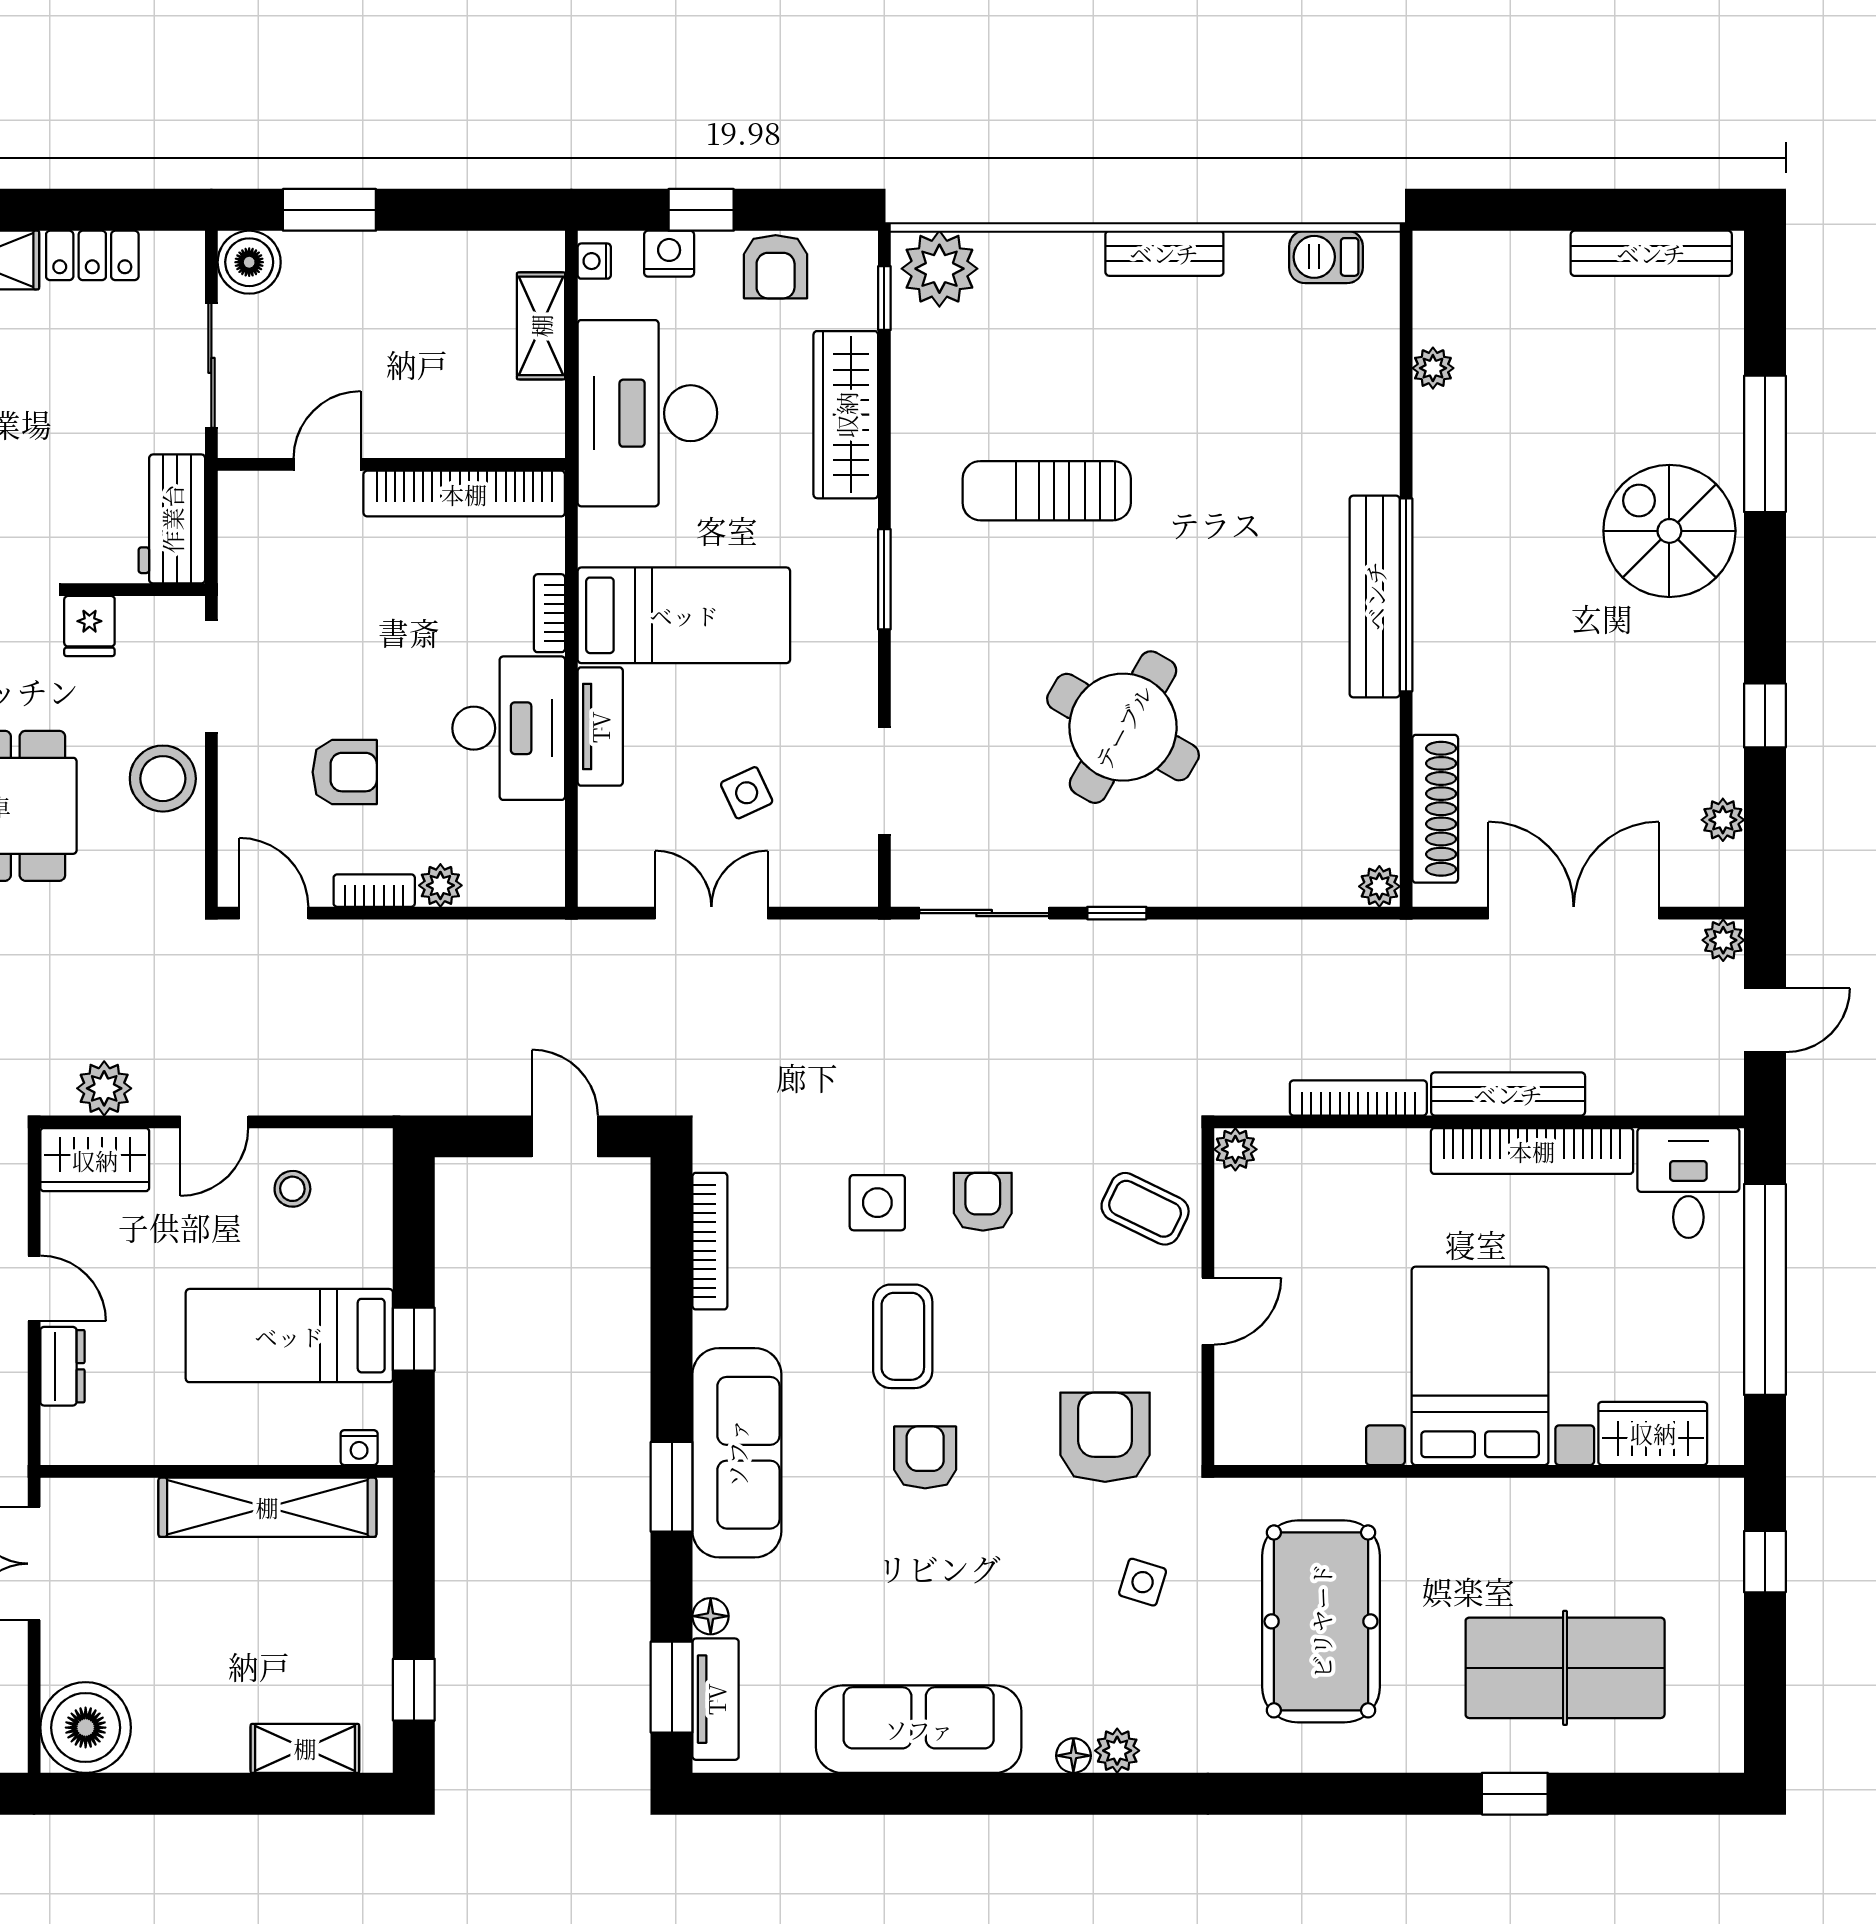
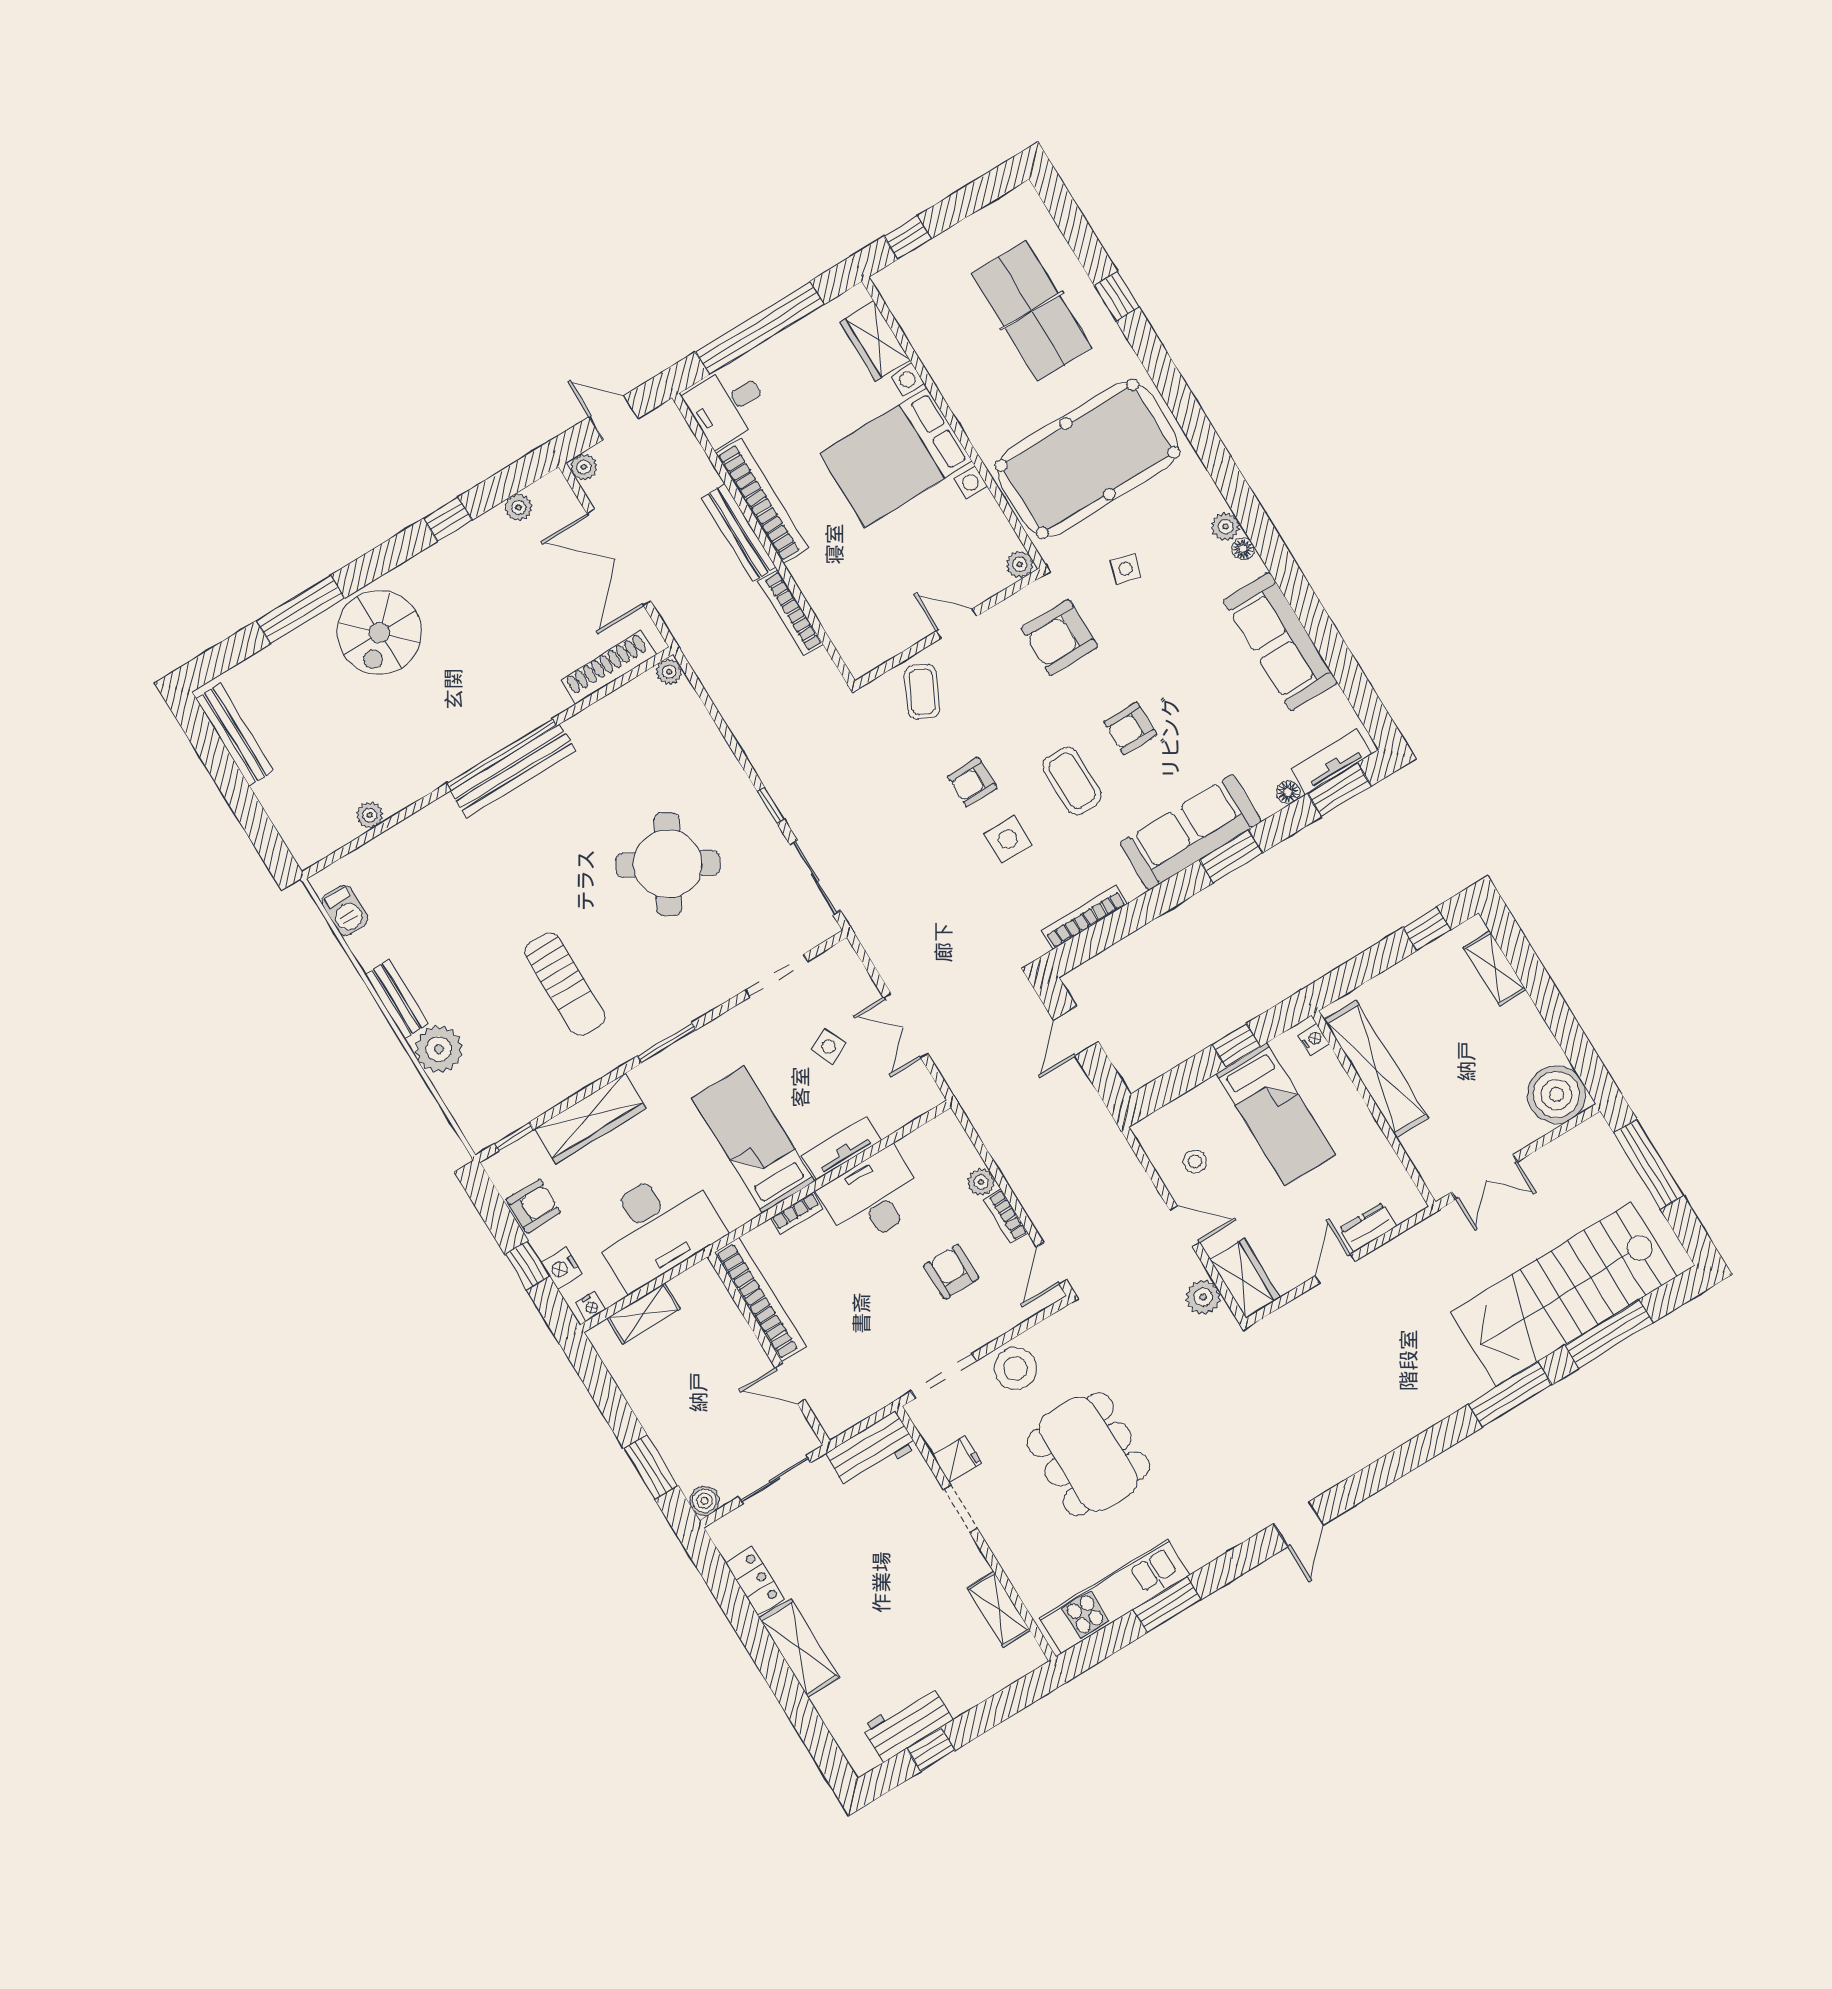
boiler: (249, 262) -> (704, 1501), width x0.73, depth x0.73
plant: (939, 269) -> (439, 1049), moved
plant: (1235, 1149) -> (1020, 564), moved
coffee table: (903, 1336) -> (1072, 781), turned 90
pool table: (1321, 1621) -> (1088, 459), width x1.36, depth x1.32

